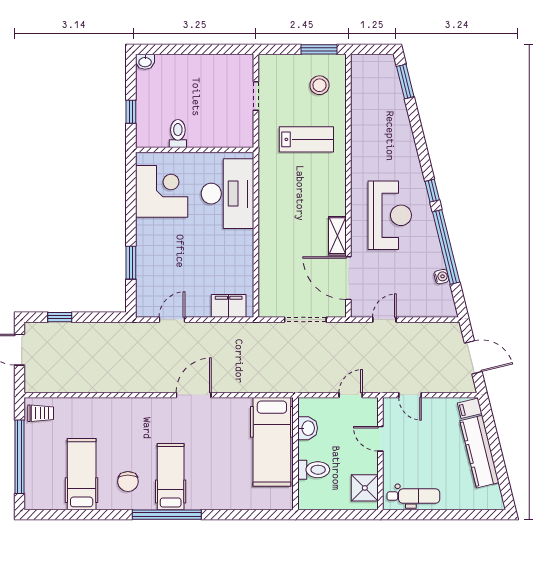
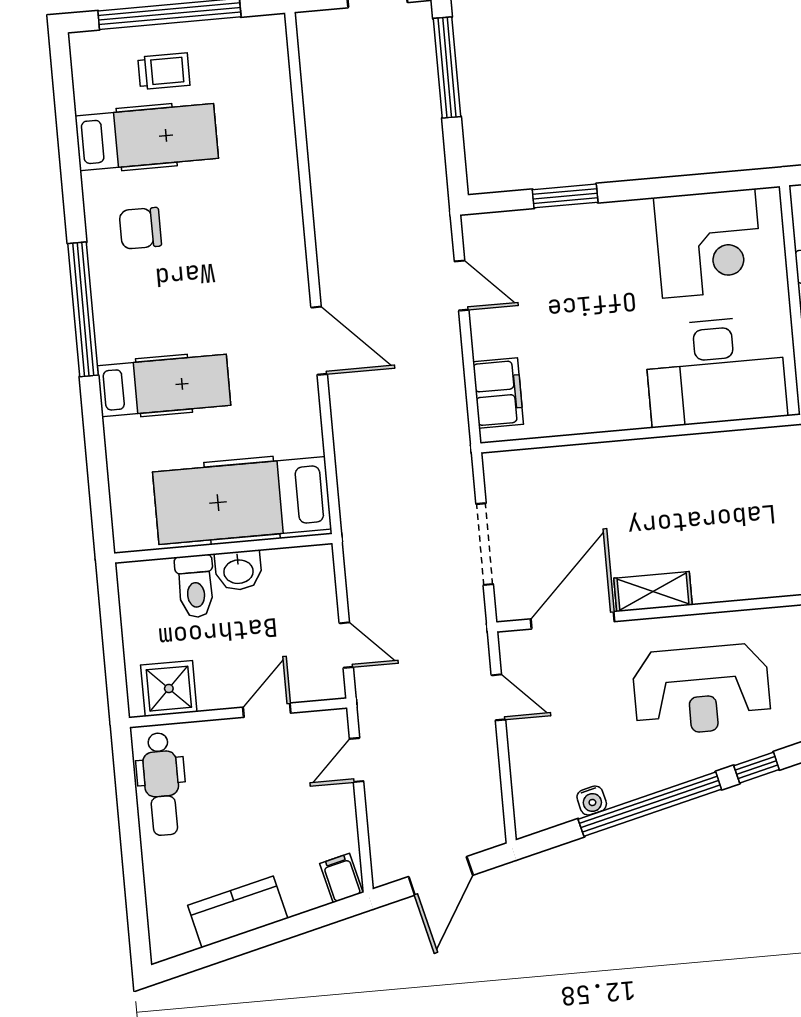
window: (60, 317) -> (447, 68), width x2.17
trolley: (41, 413) -> (164, 71), moved, turned -90
washbasin: (308, 428) -> (238, 571), moved
kitchen counter: (480, 452) -> (238, 912), width x0.67
hospital bed: (171, 477) -> (164, 385), moved

